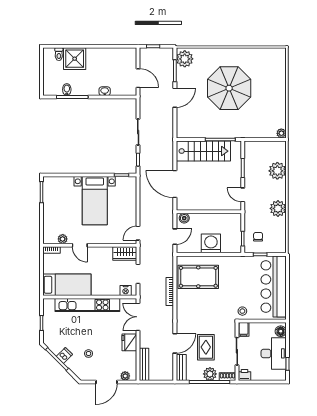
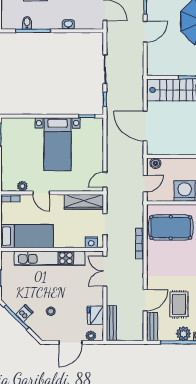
wardrobe: (125, 253) -> (84, 202), width x1.50
fridge: (129, 342) -> (95, 315), moved

